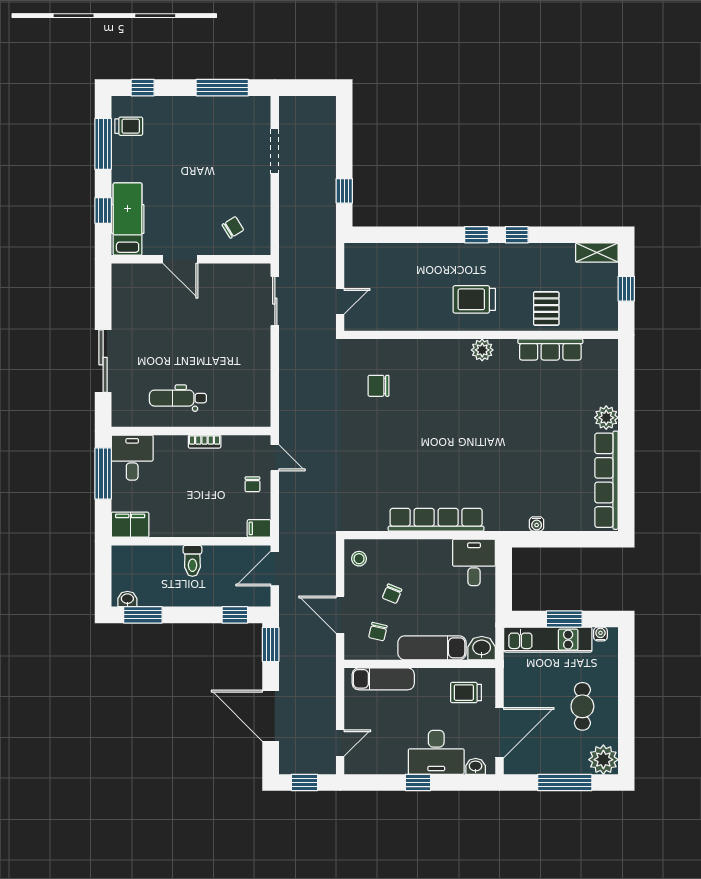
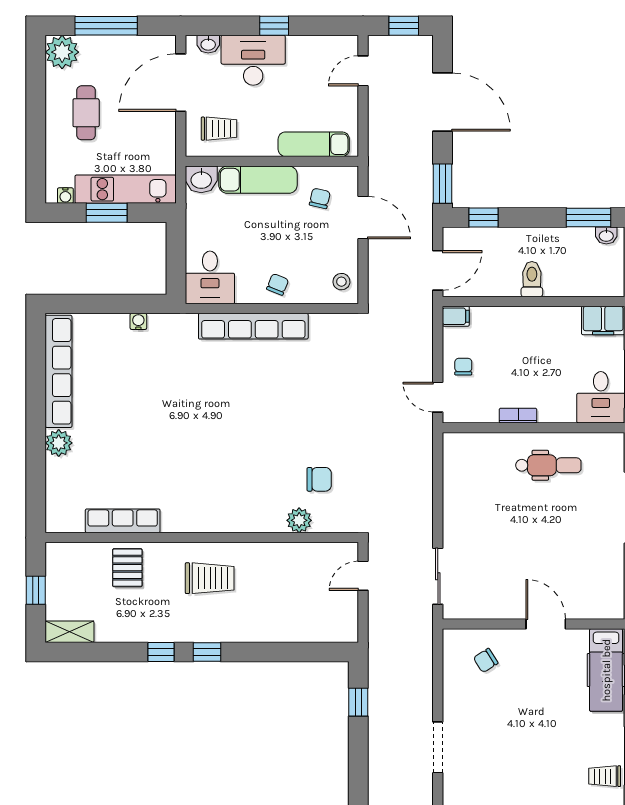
plant: (482, 350) -> (299, 520), moved
chair: (392, 594) -> (278, 284), moved

